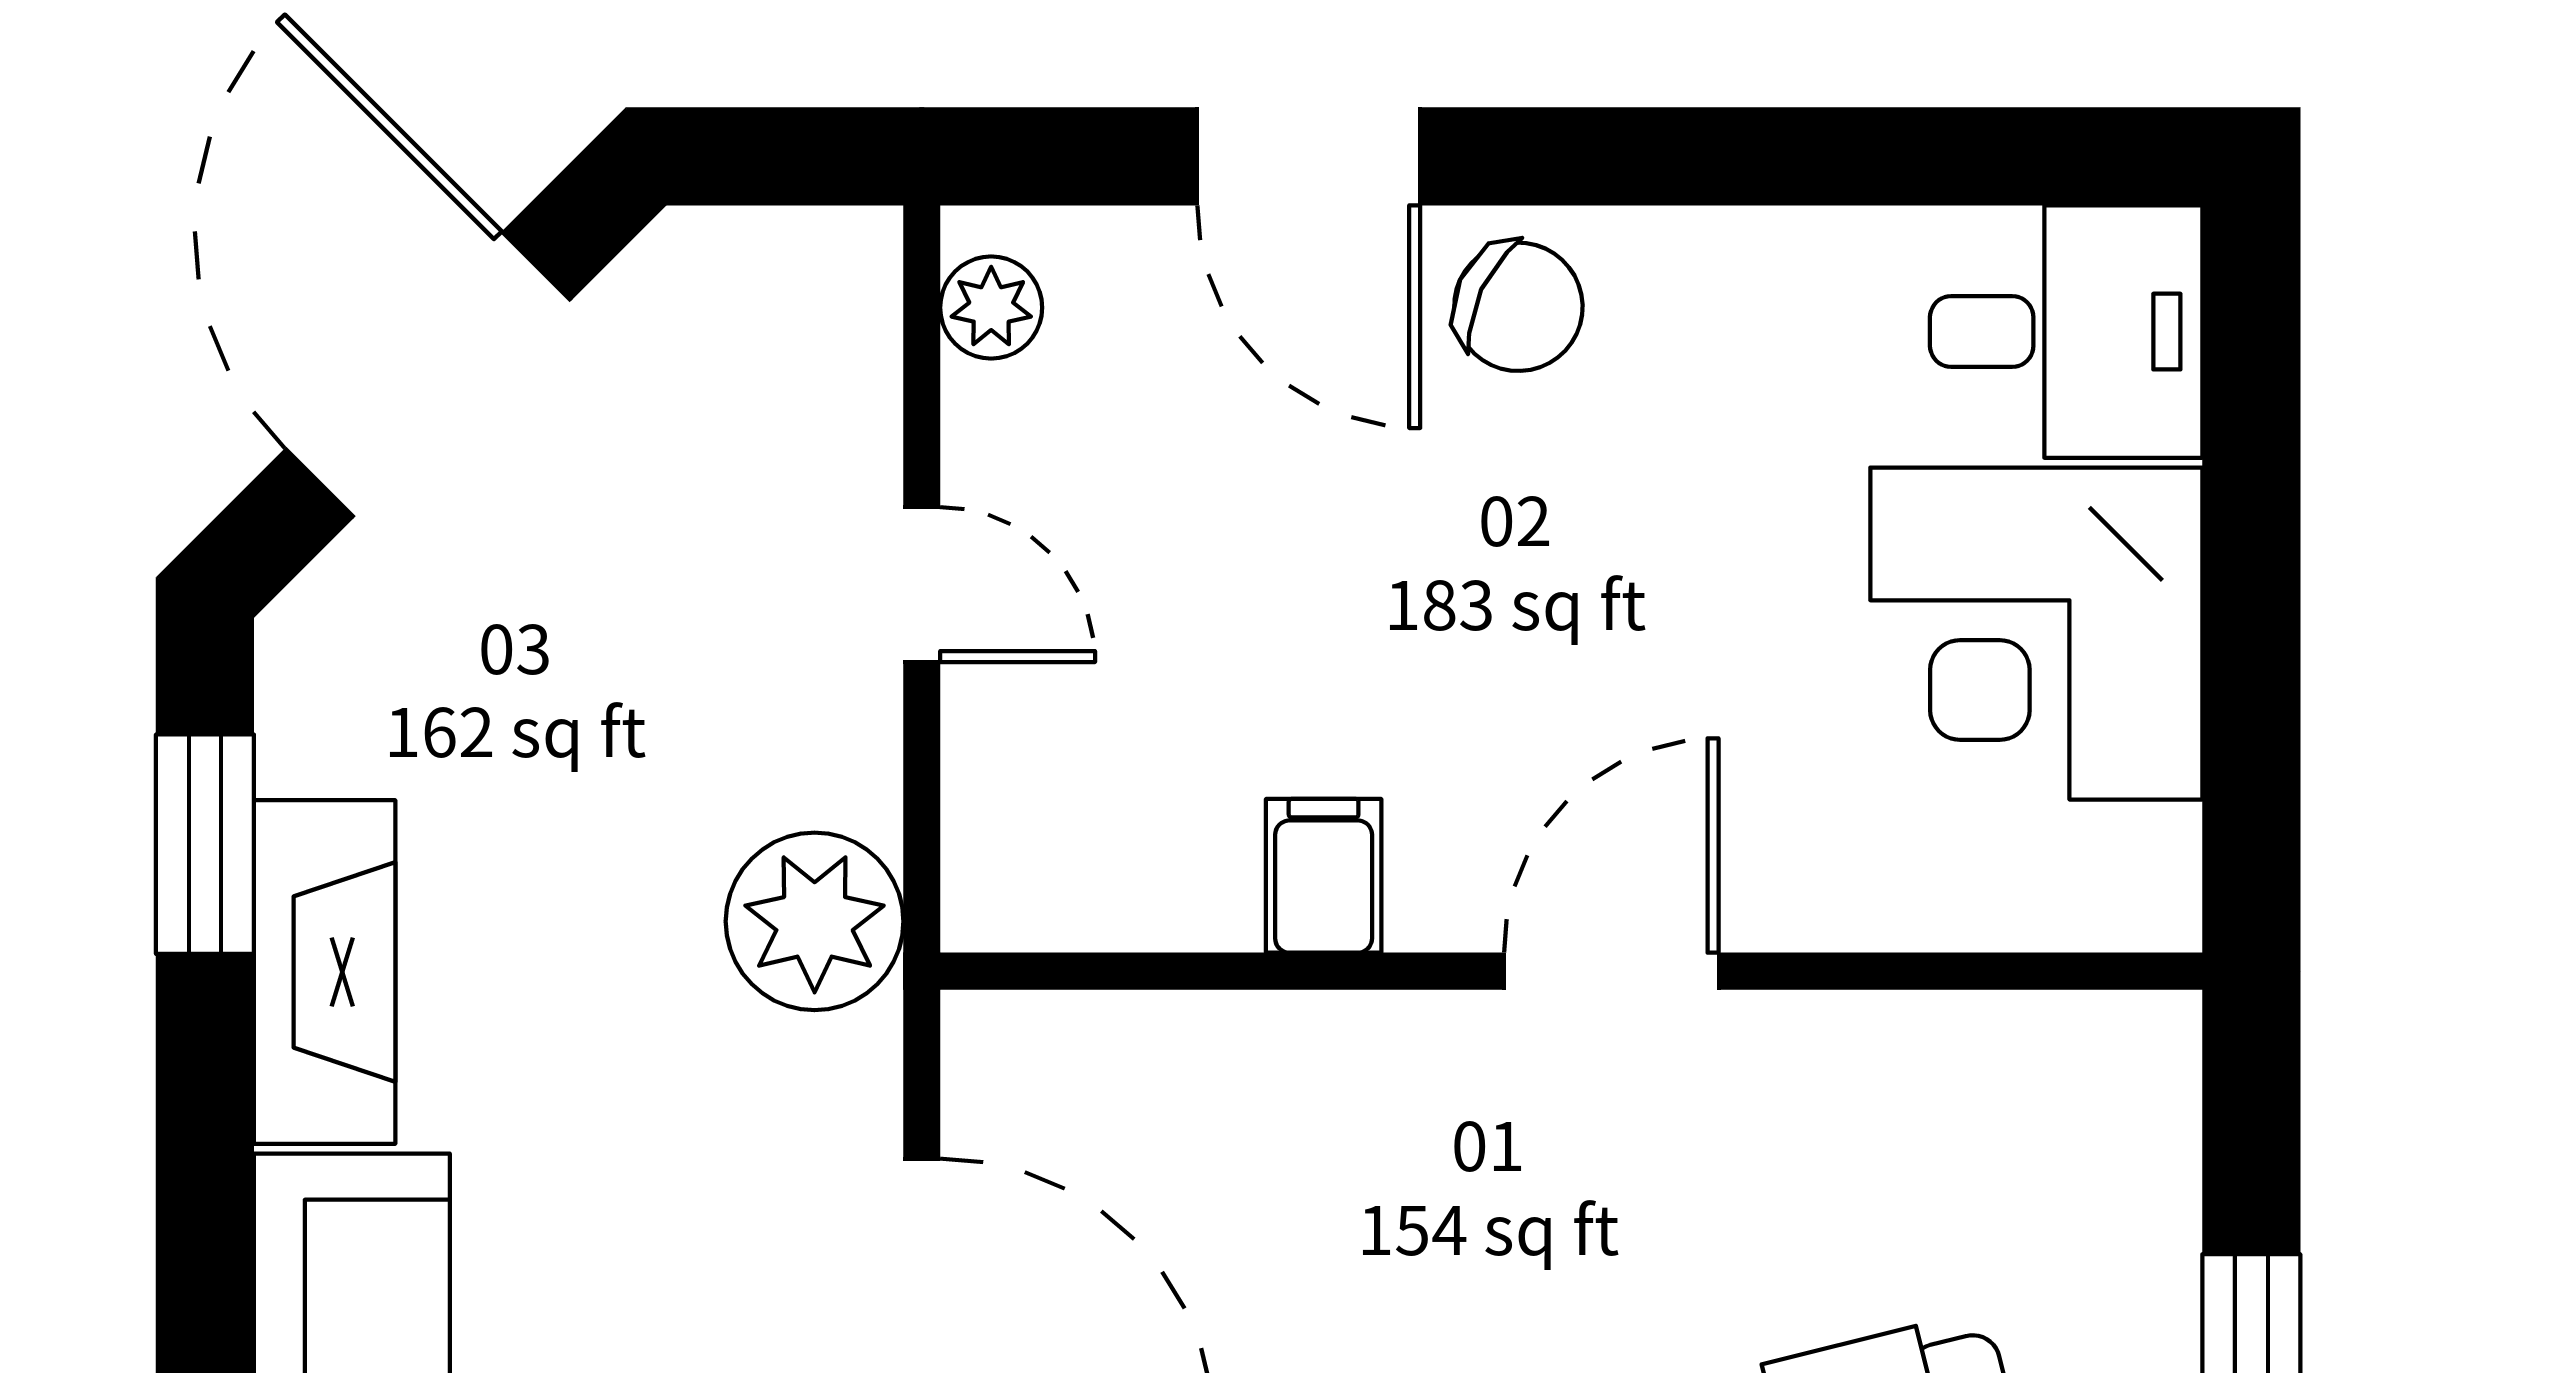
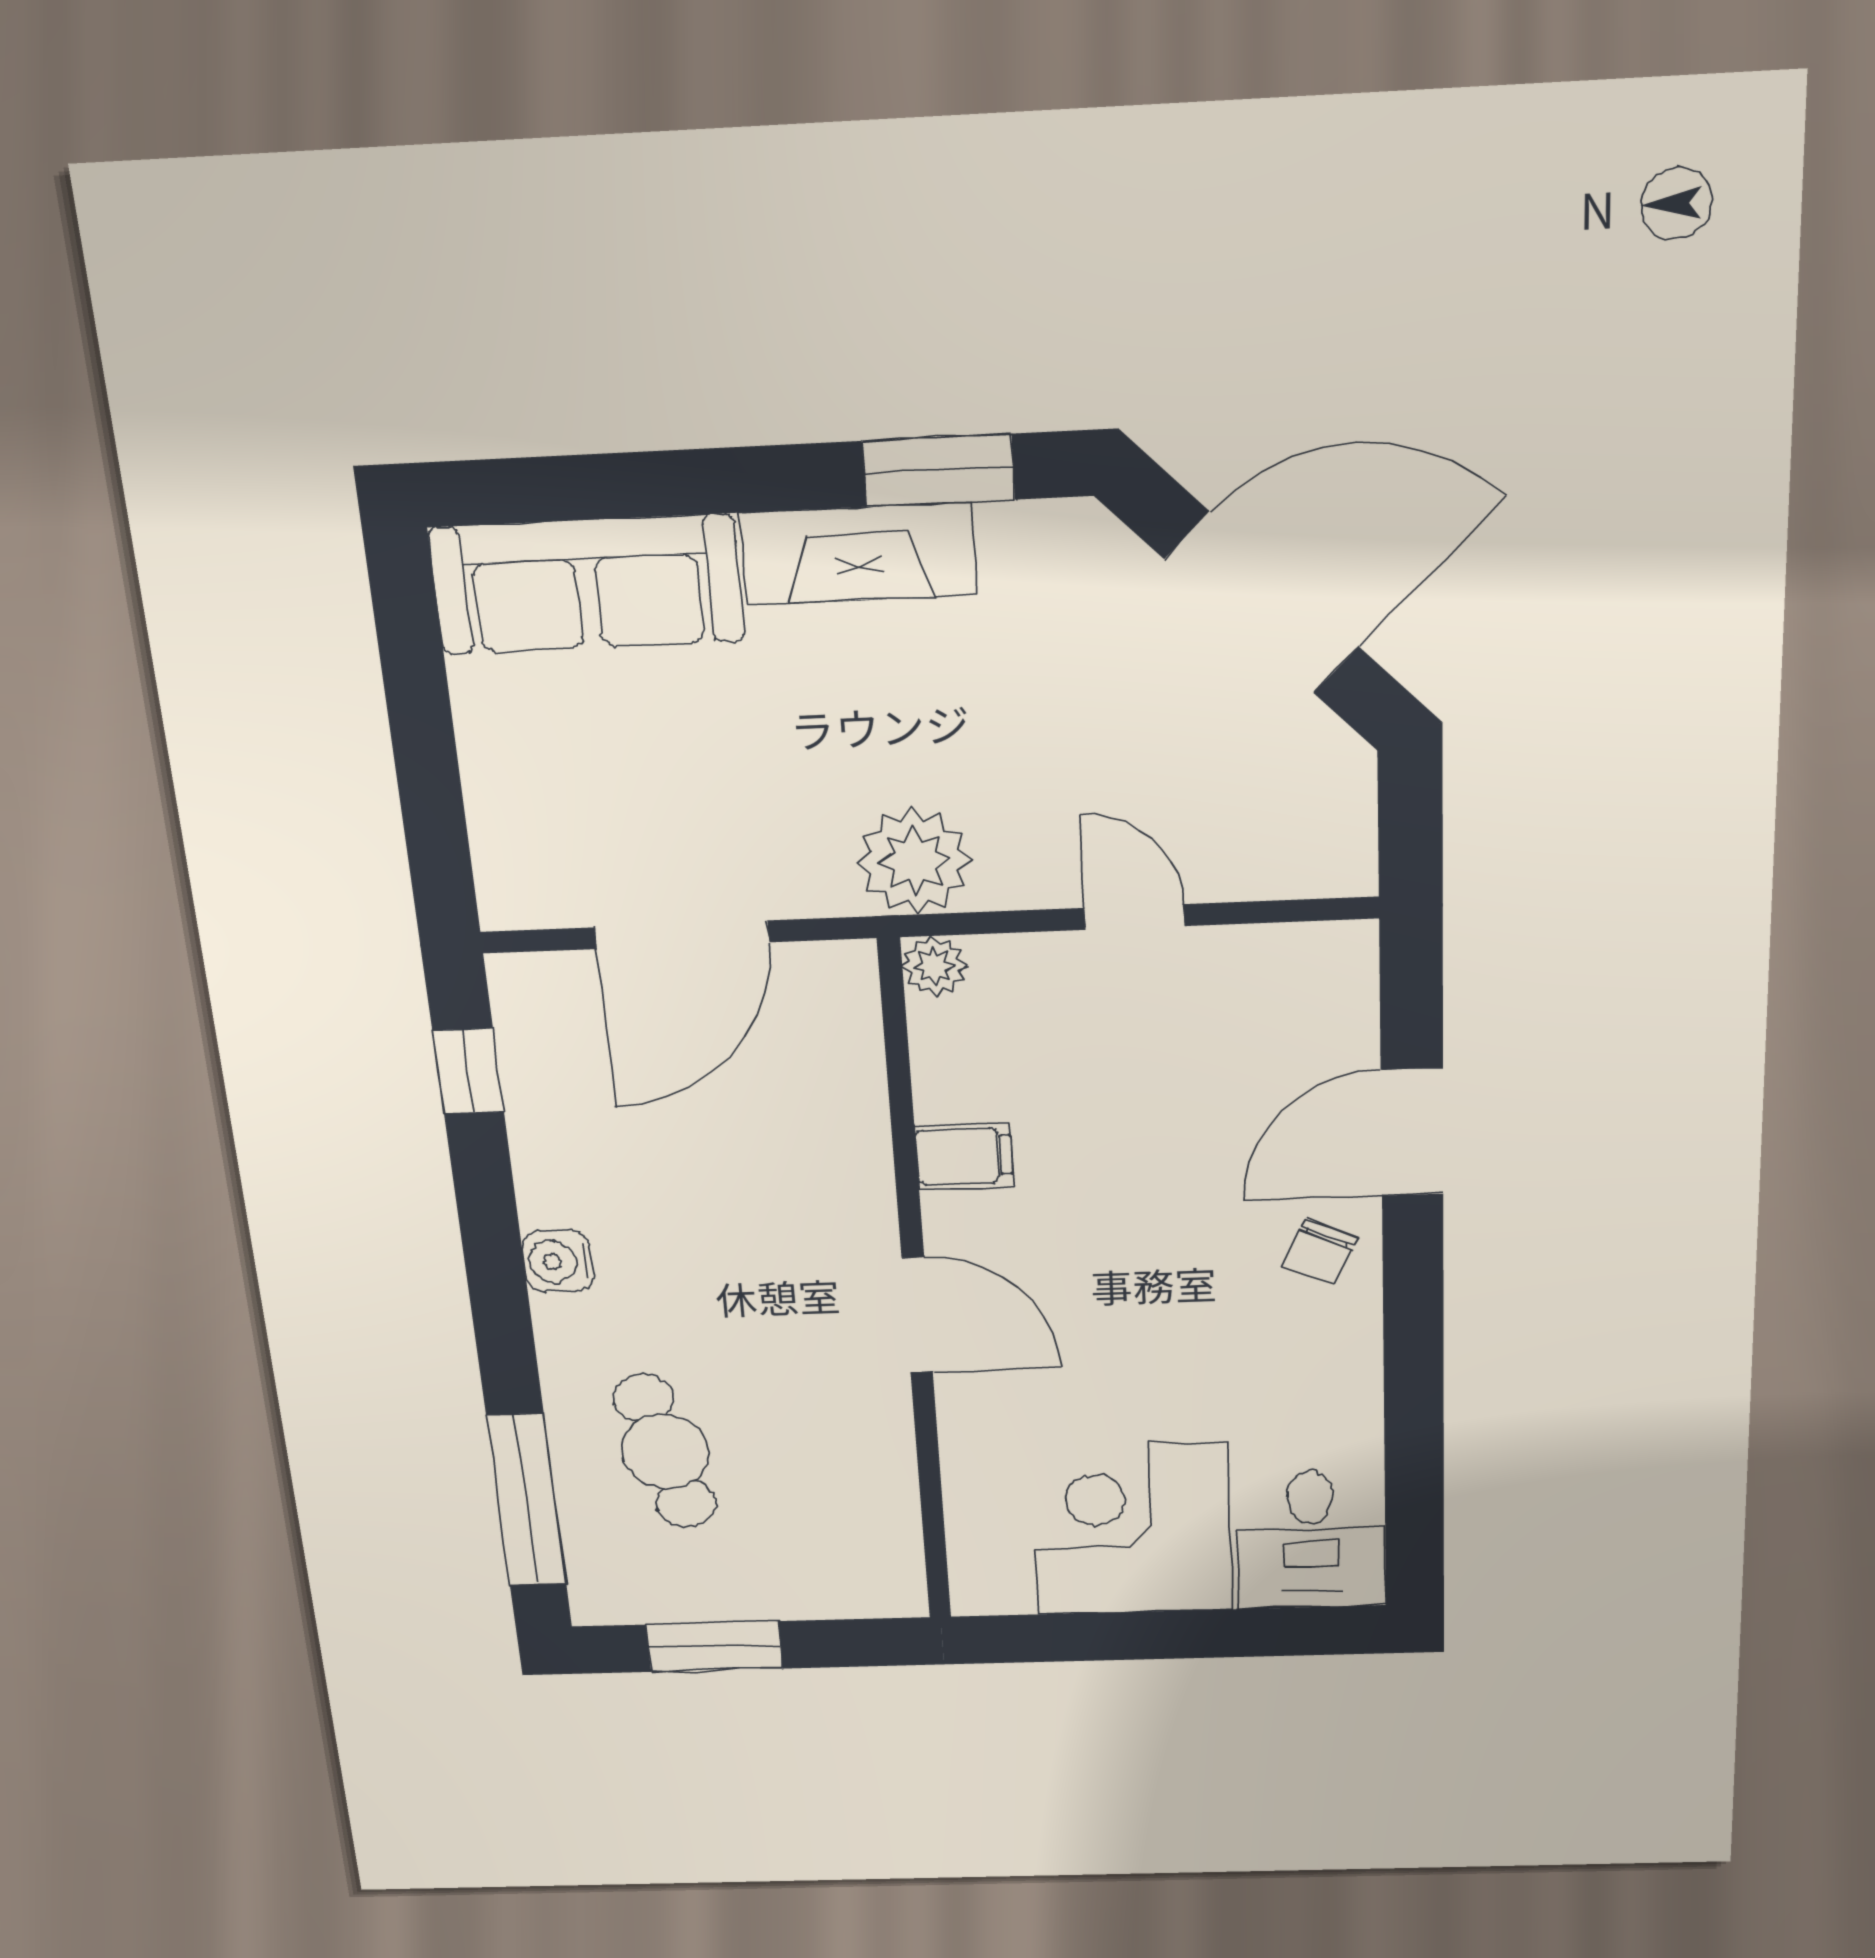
chair: (1518, 307) -> (1320, 1252), width x0.73, depth x0.73
plant: (991, 308) -> (935, 966), moved
door: (922, 585) -> (1134, 917), swing flipped

